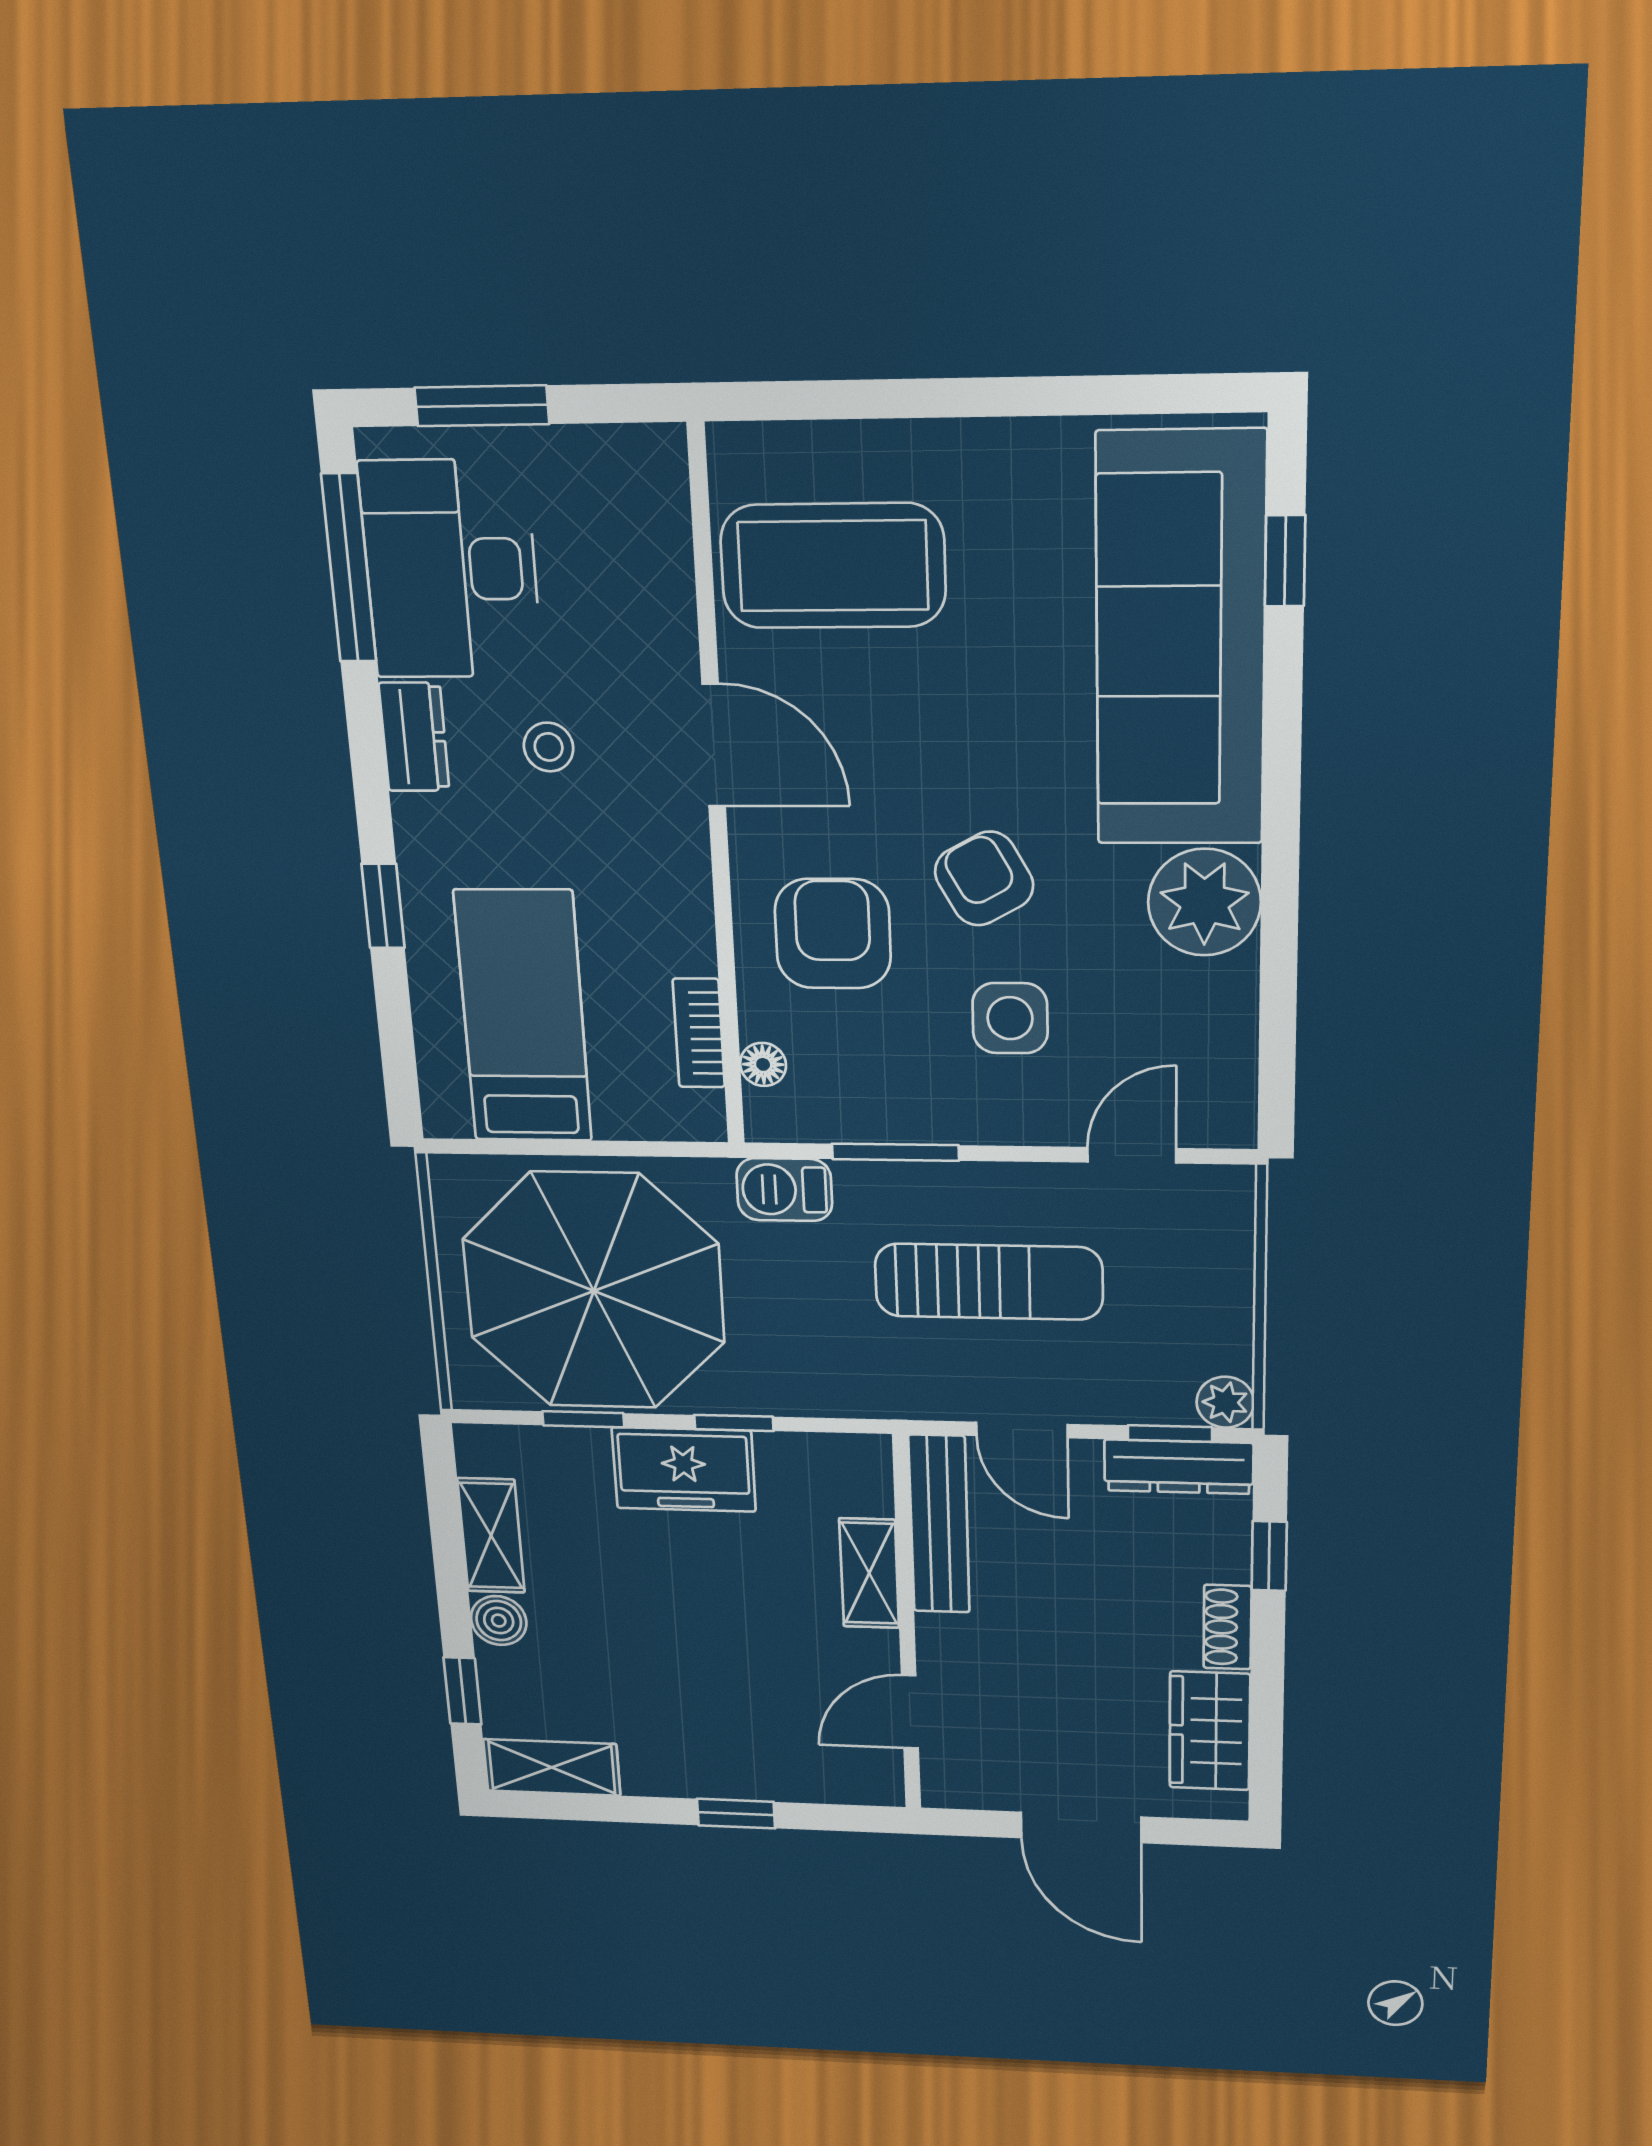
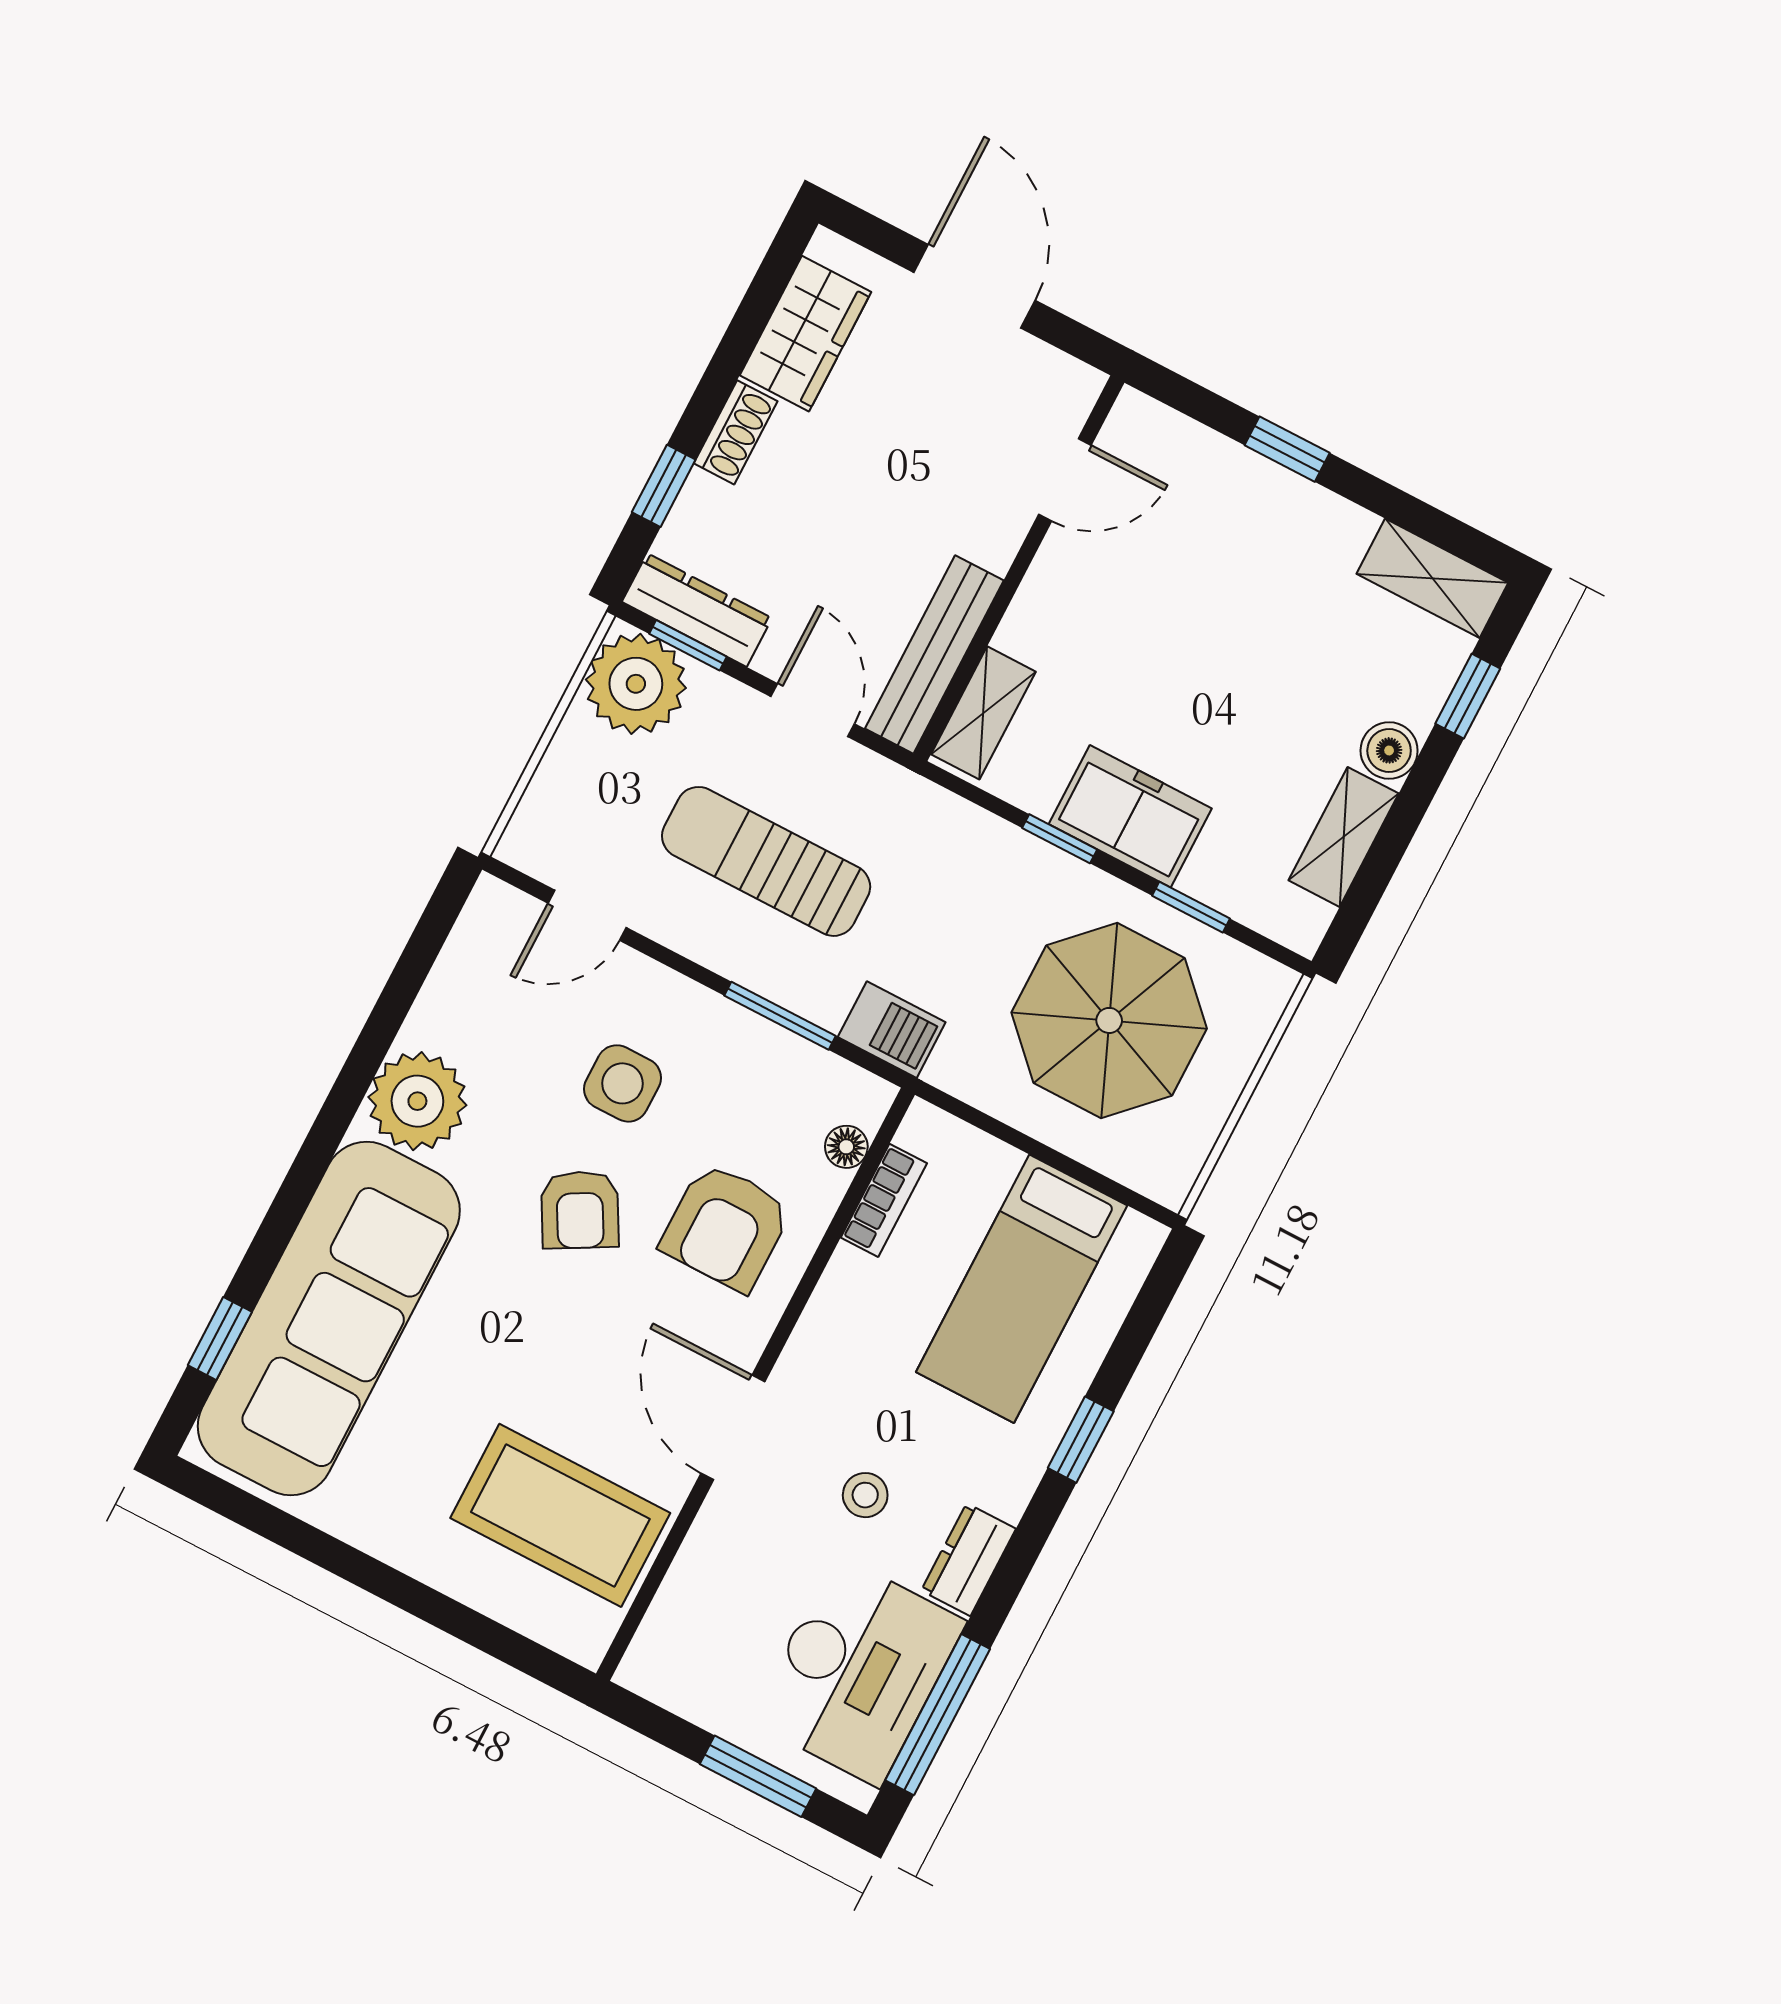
parasol: (594, 1291) -> (1109, 1020), width x0.73, depth x0.73
plant: (1225, 1402) -> (636, 684), width x1.87, depth x1.87
shelving: (869, 1573) -> (983, 713), moved

